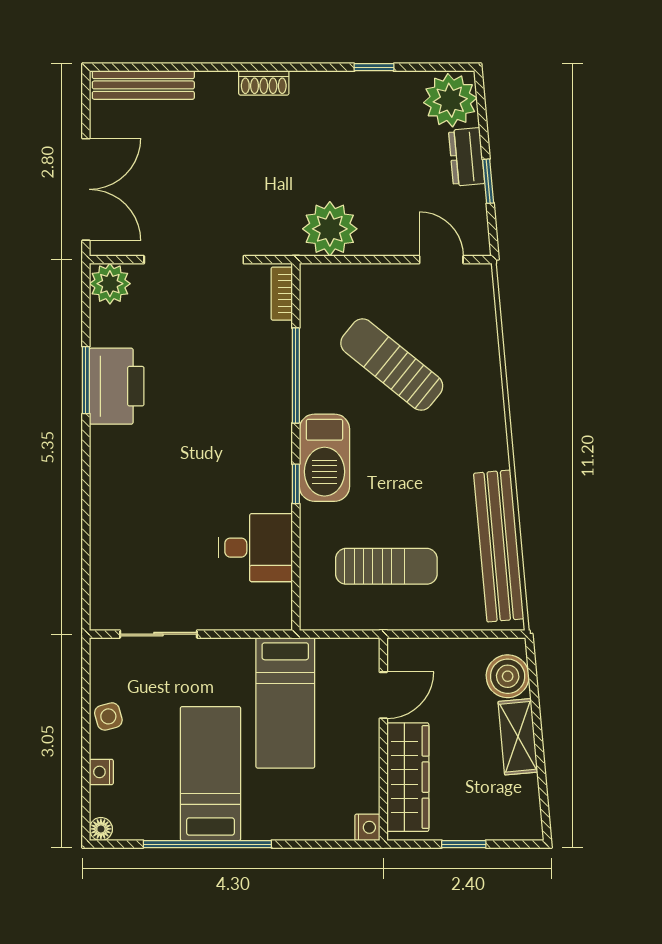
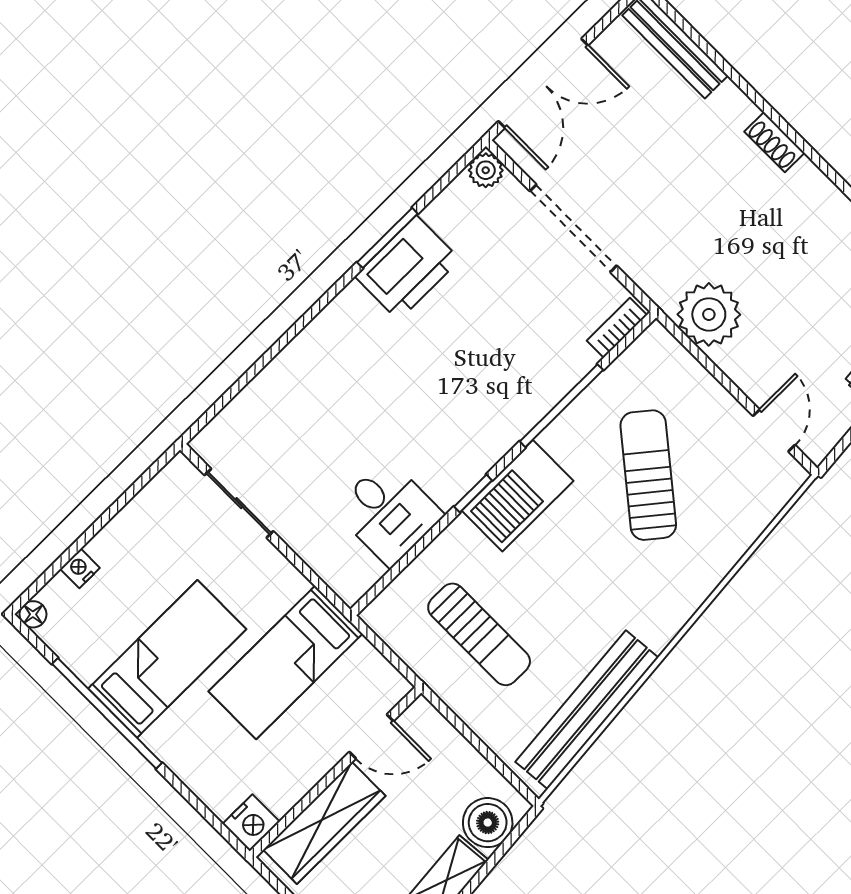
plant: (110, 284) -> (486, 170), width x0.73, depth x0.73
side table: (108, 716) -> (131, 529), removed
nightstand: (367, 827) -> (251, 823), width x1.39, depth x1.35

